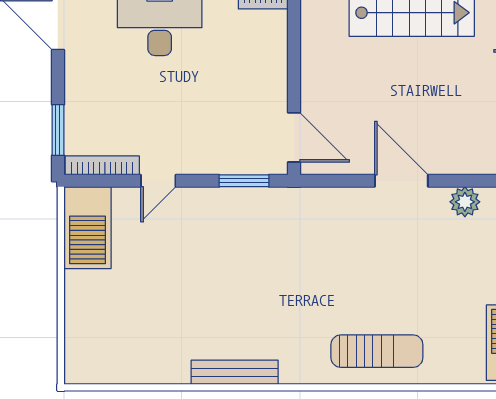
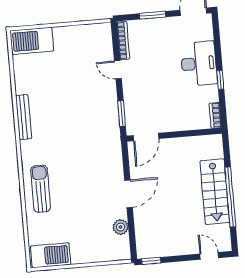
window: (58, 130) -> (153, 15), moved
barbecue: (87, 228) -> (32, 41), moved
sun lounger: (377, 351) -> (41, 189), turned 180

